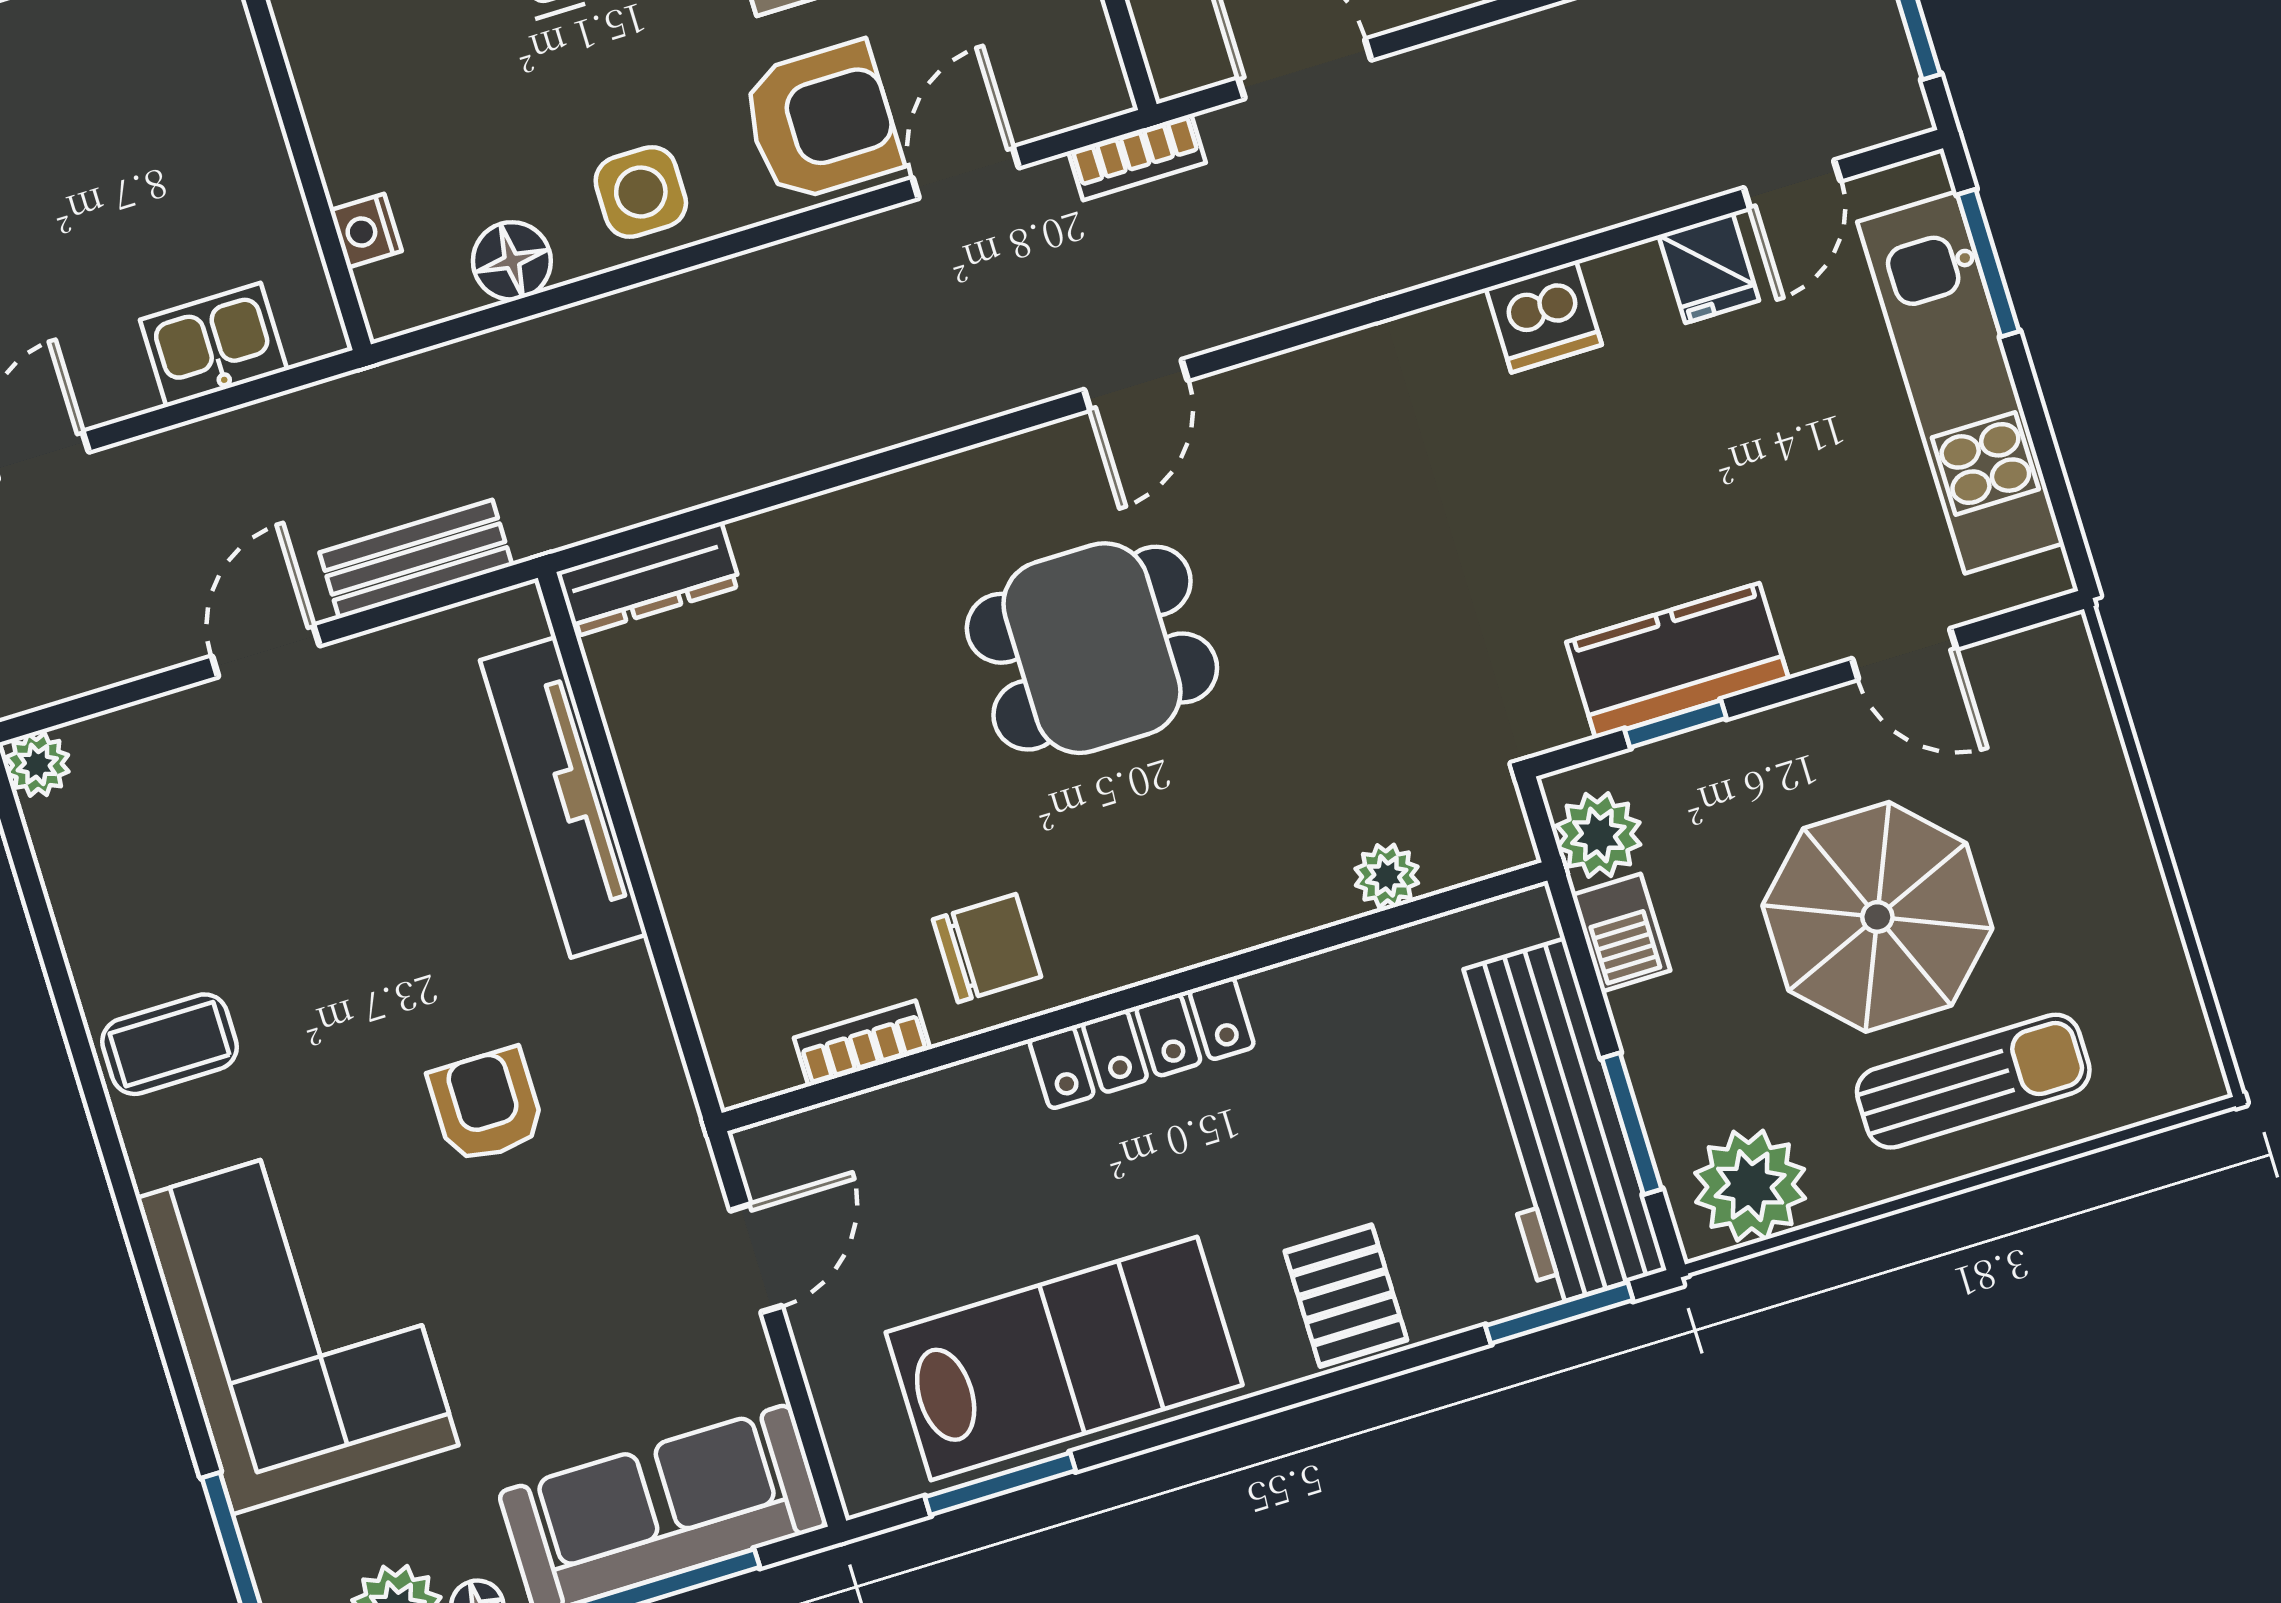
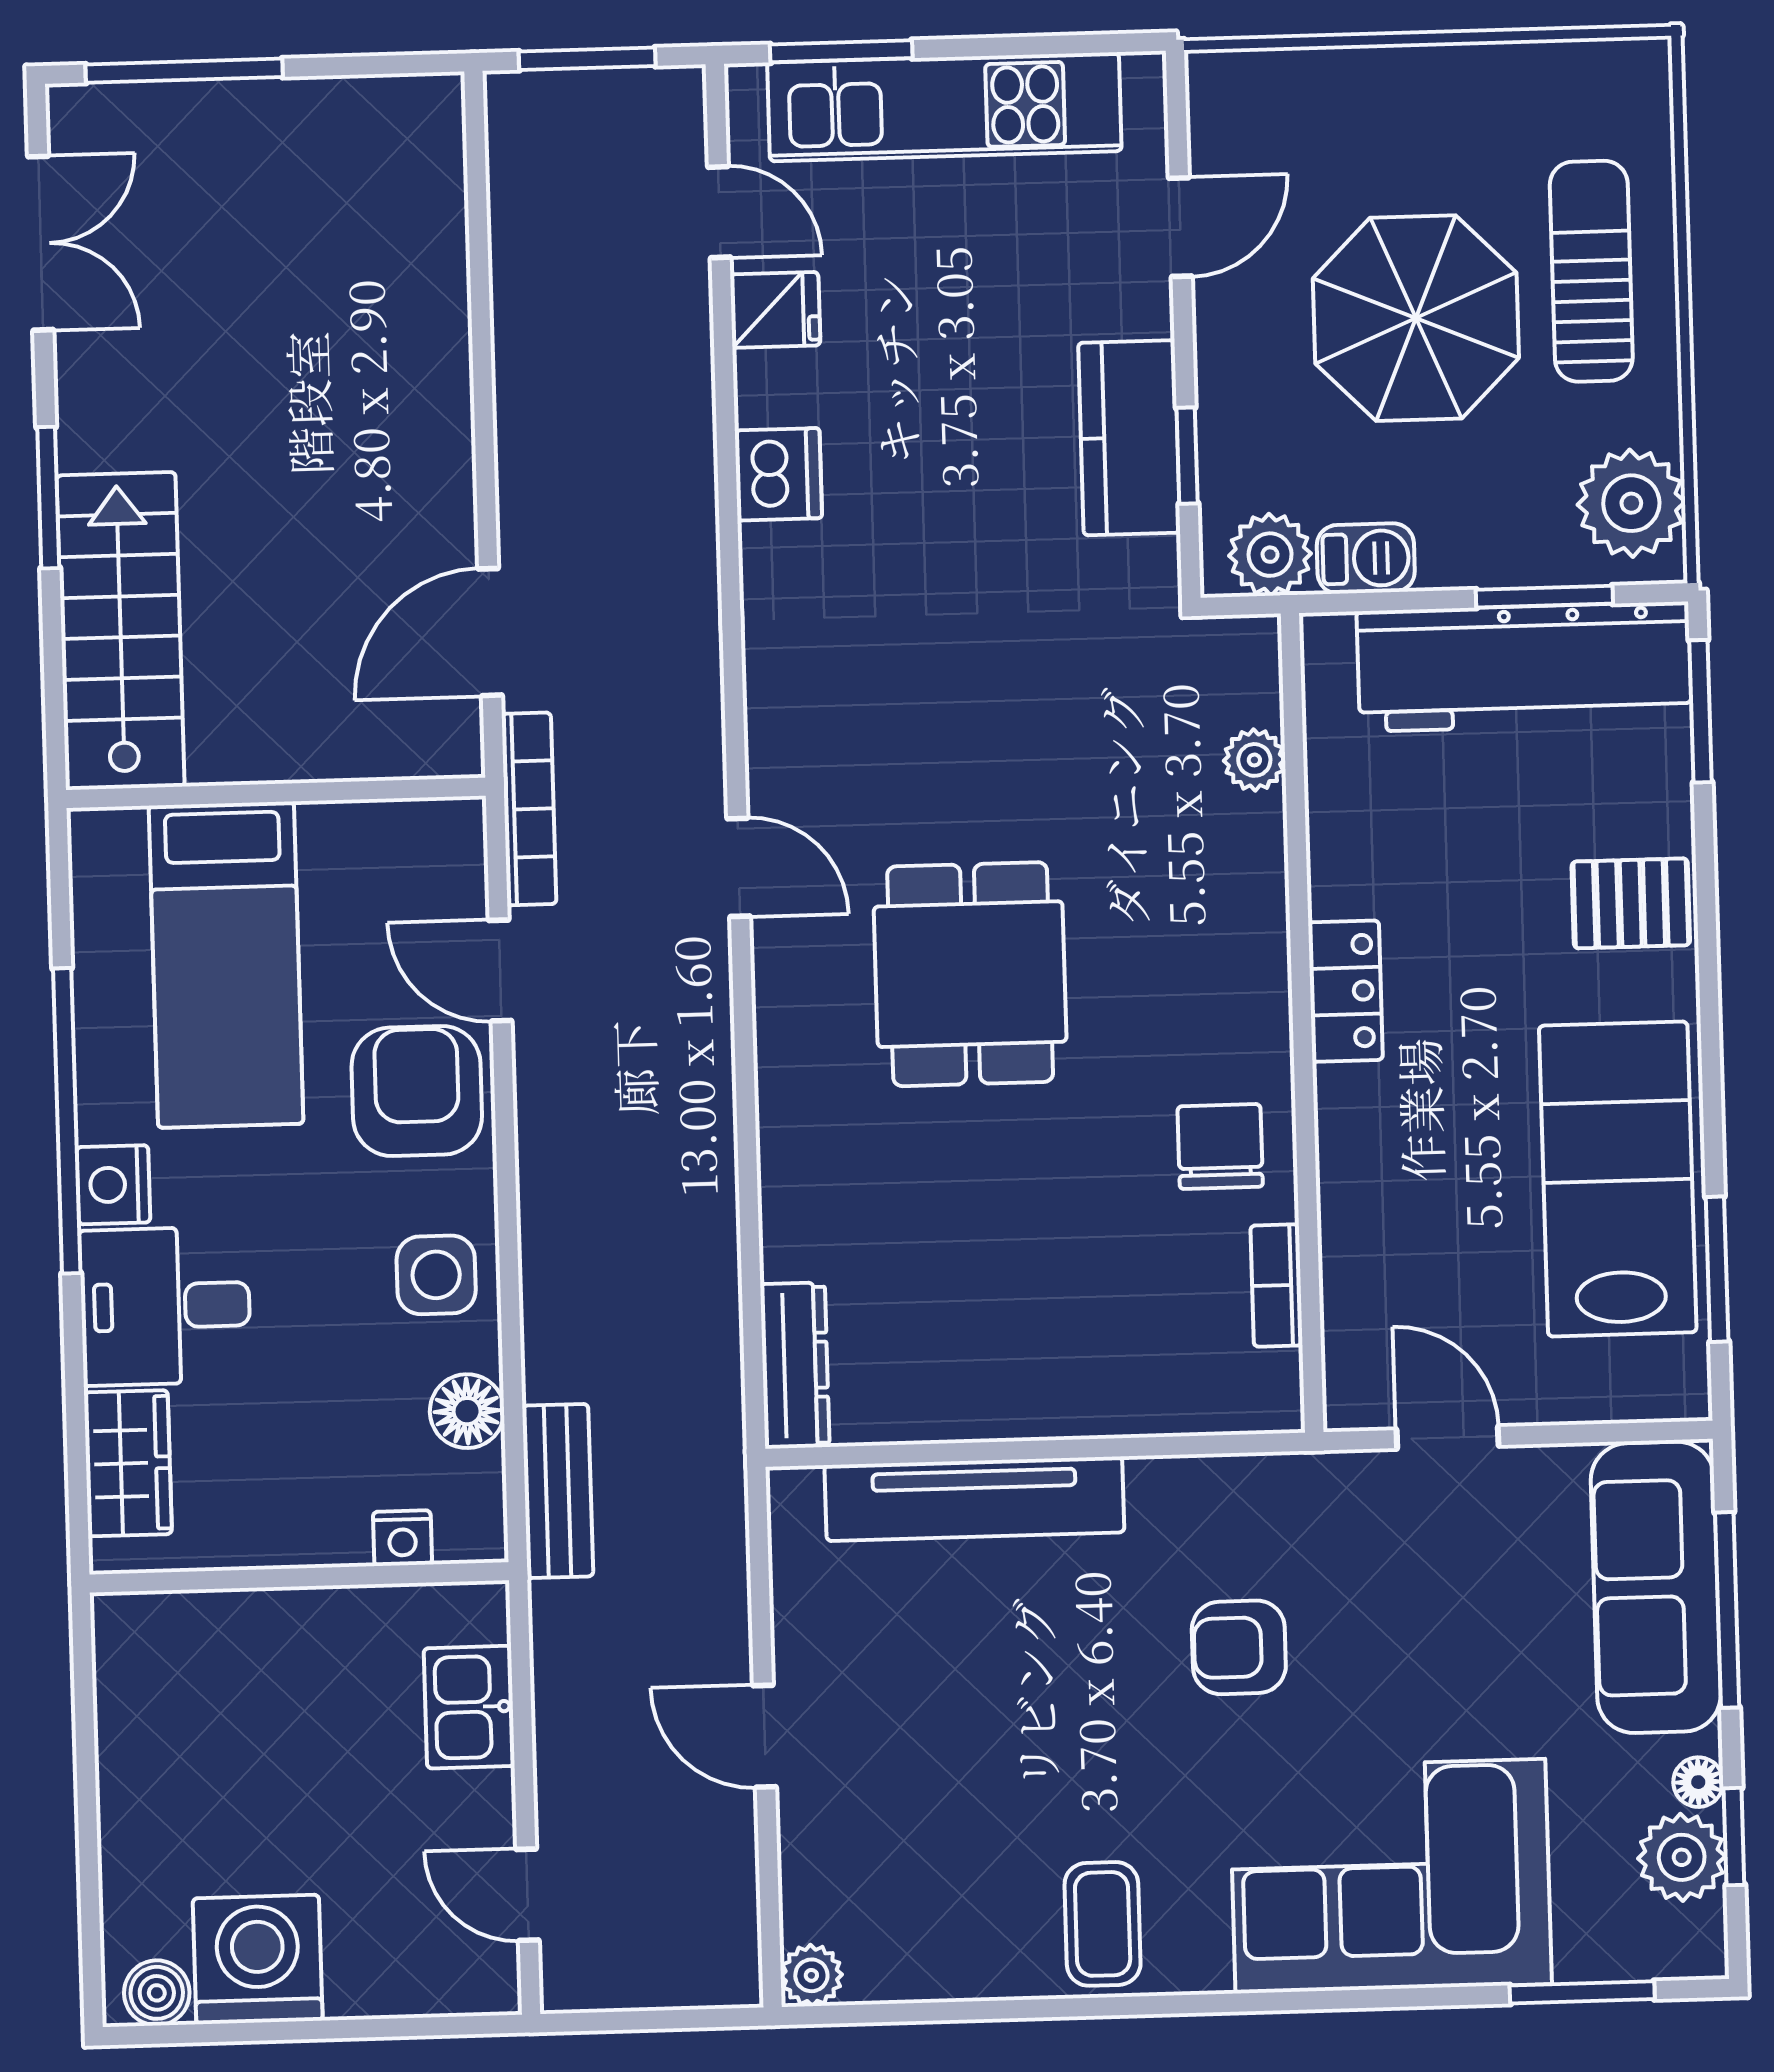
bookcase: (1137, 157) -> (529, 809), width x1.56
bench: (416, 559) -> (558, 1491), moved
locker: (1142, 1043) -> (1345, 991), width x0.66

